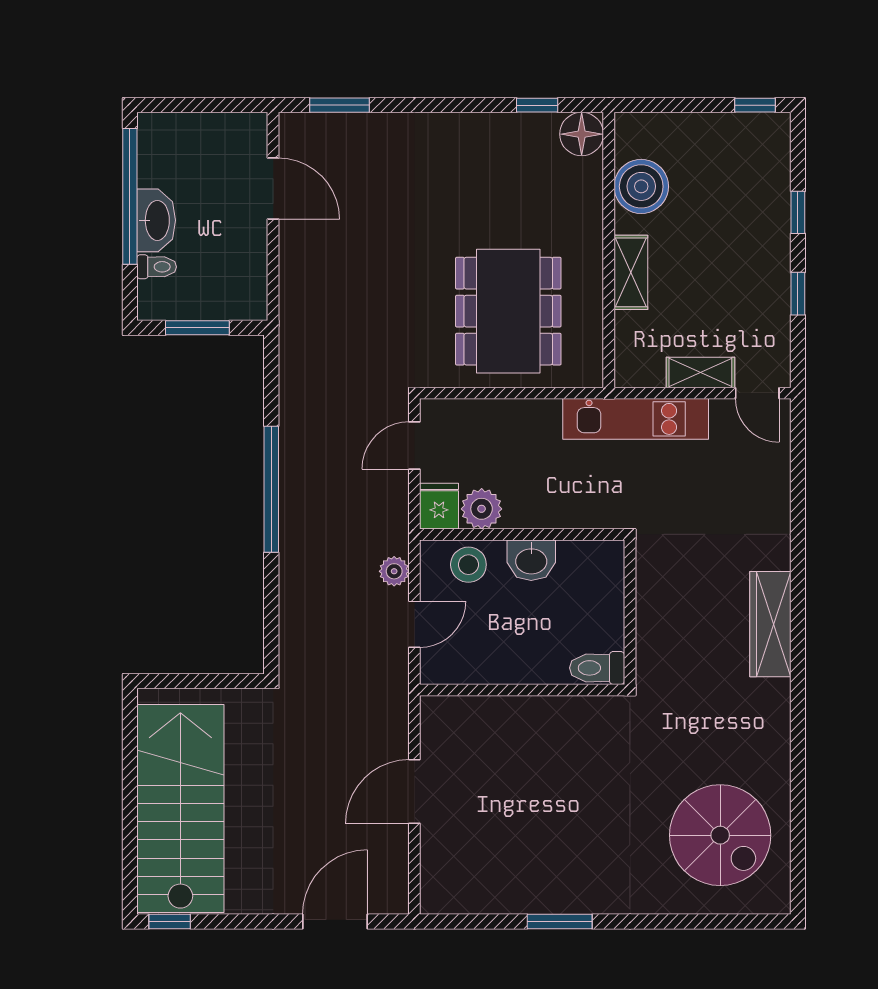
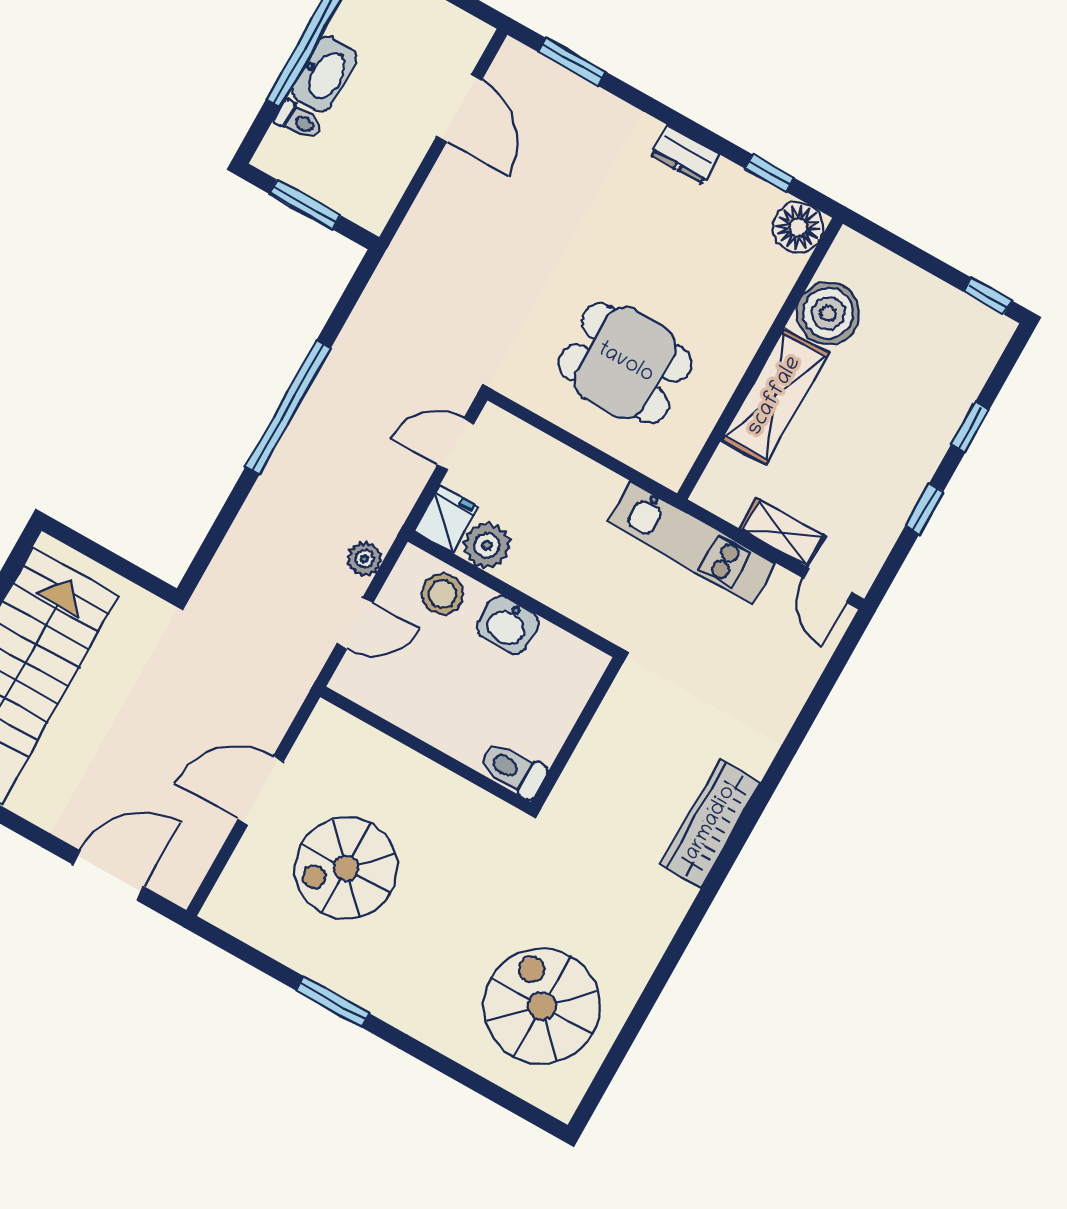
dresser: (464, 127) -> (685, 155), added
shelving: (631, 272) -> (775, 396), width x1.50, depth x1.33
dining table: (508, 311) -> (625, 363), width x0.73
spiral stairs: (513, 814) -> (346, 868), added
spiral stairs: (720, 835) -> (542, 1006), turned 180

